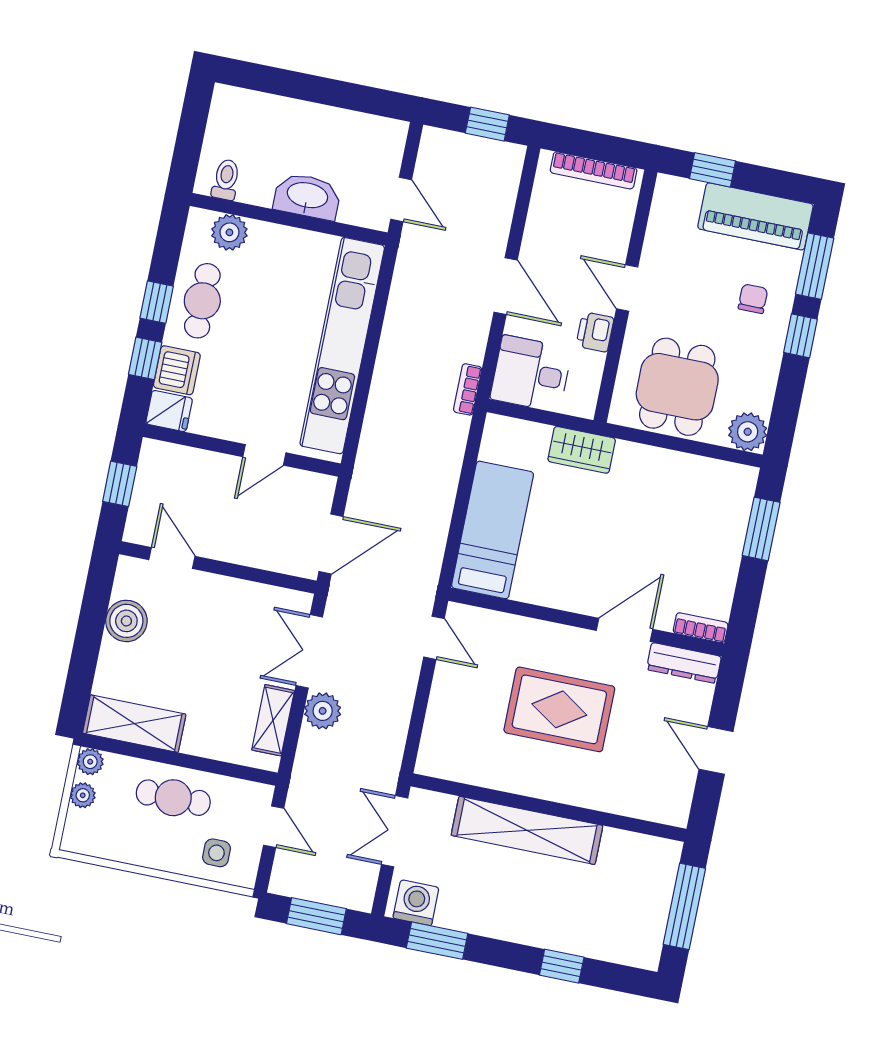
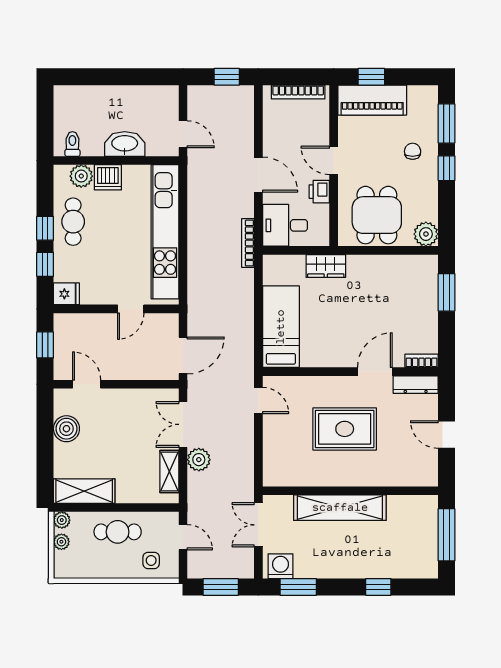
piano: (755, 216) -> (372, 100), moved
dishwasher: (177, 370) -> (108, 177), moved, turned 90
bookcase: (468, 389) -> (248, 243), width x1.56

